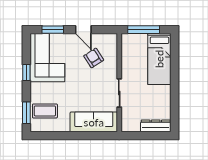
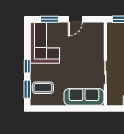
door: (83, 30) -> (75, 19), hinge flipped
armchair: (94, 58) -> (84, 43), removed
window: (26, 72) -> (27, 66), moved

